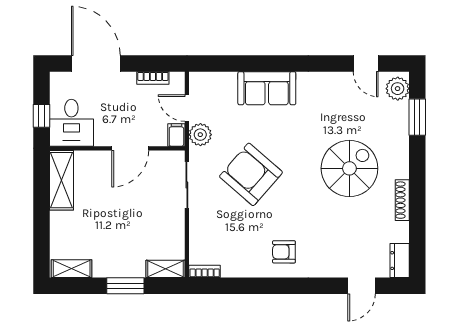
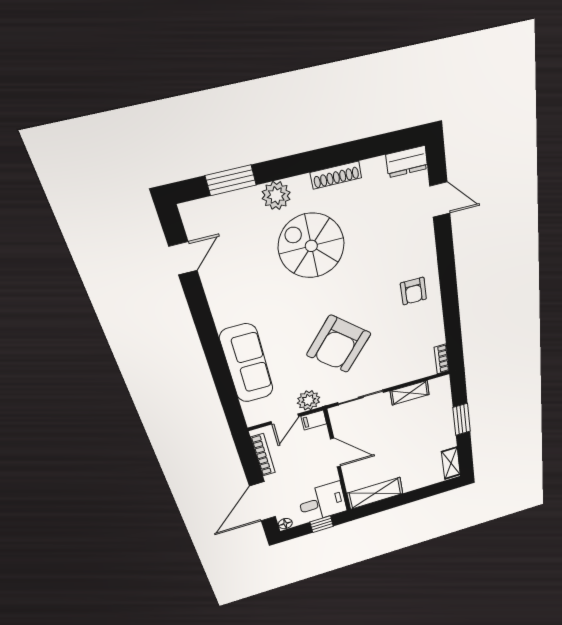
bookcase: (153, 78) -> (263, 455), width x1.56
floor lamp: (58, 79) -> (285, 524), added
sofa: (267, 88) -> (247, 364), width x1.36
plant: (398, 89) -> (276, 196), moved
shelving: (166, 269) -> (410, 393), moved, turned 90

